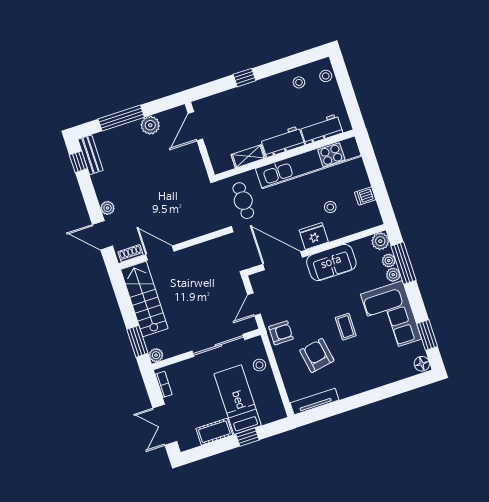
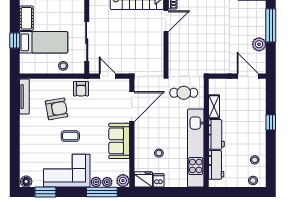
fridge: (314, 236) -> (143, 179), moved, turned -90

